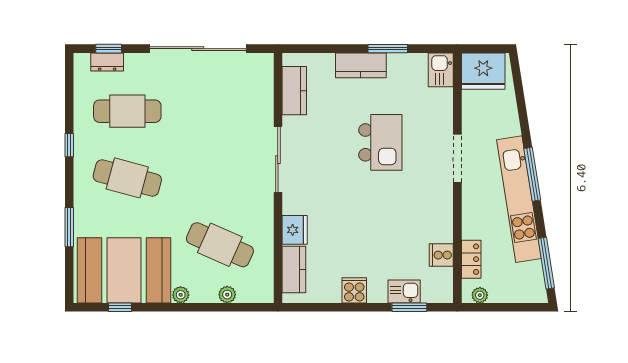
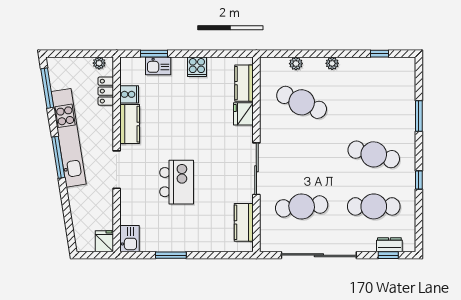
kitchen counter: (361, 65) -> (130, 124), moved, turned 90
fridge: (483, 71) -> (104, 241), width x0.53, depth x0.75
cafe table: (220, 111) -> (302, 206), added
kitchen island: (380, 142) -> (177, 182), turned 180
booth: (124, 270) -> (376, 82), removed

